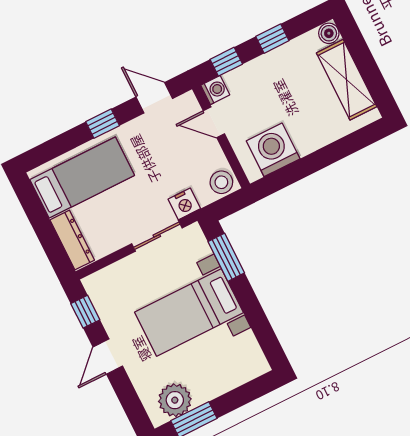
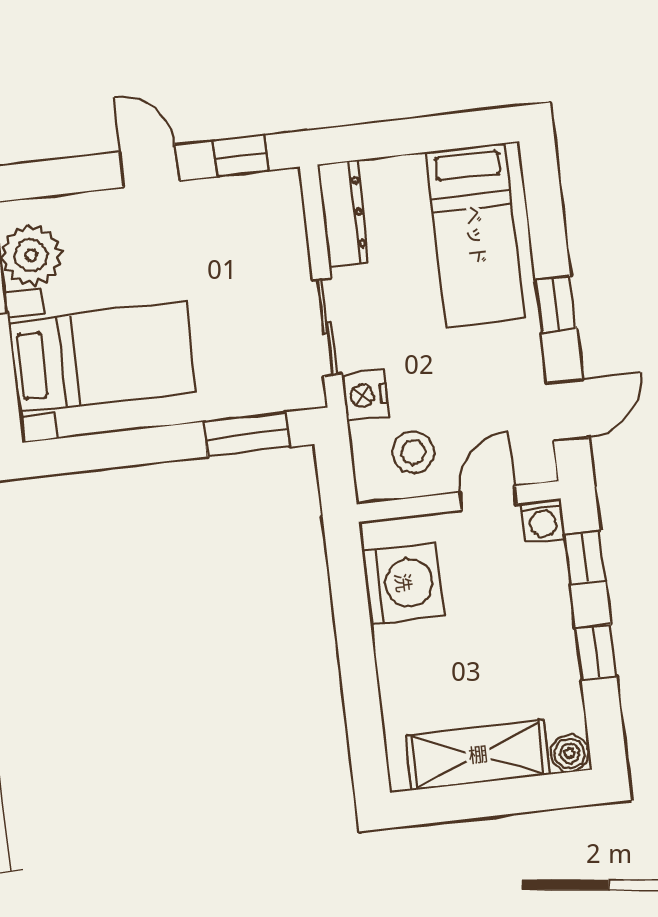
stool: (221, 182) -> (413, 452), moved
dresser: (72, 240) -> (343, 213), moved, turned -90
bed with nightstands: (189, 312) -> (103, 357), moved, turned 90

